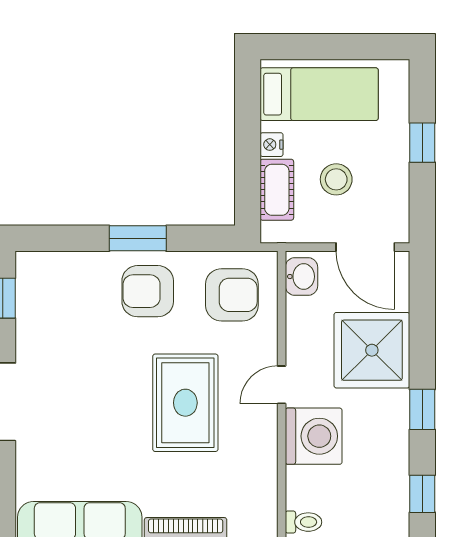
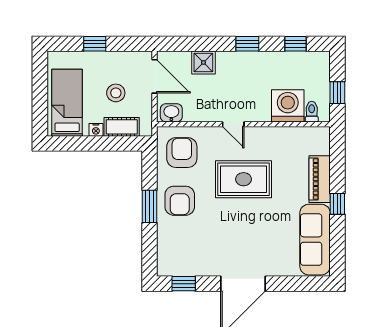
door: (365, 247) -> (155, 76), hinge flipped
shower: (372, 350) -> (203, 62), width x0.54, depth x0.54
washing machine: (314, 436) -> (288, 106), moved

